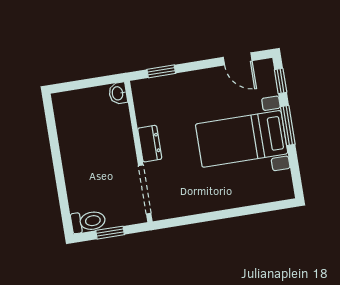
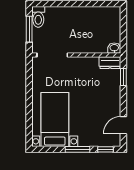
bed with nightstands: (242, 139) -> (55, 120), moved
dresser: (150, 144) -> (110, 63), moved
window: (110, 233) -> (29, 29), width x1.50

